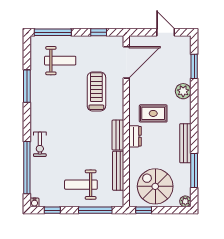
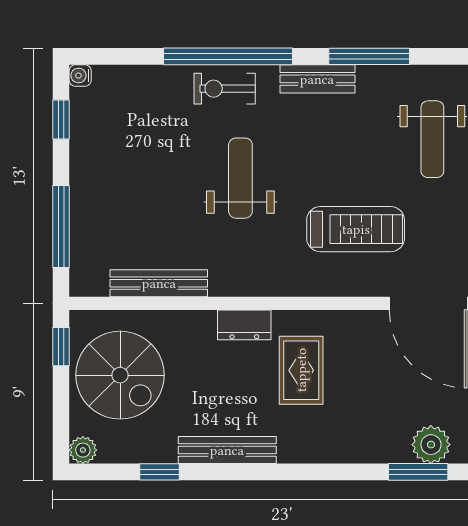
plant: (183, 91) -> (431, 445), moved
bench: (118, 135) -> (317, 79), moved
window: (27, 168) -> (228, 56), moved
window: (194, 170) -> (159, 472), width x0.46
weight bench: (81, 185) -> (240, 178), moved
spiral stairs: (155, 186) -> (120, 375), turned 90

